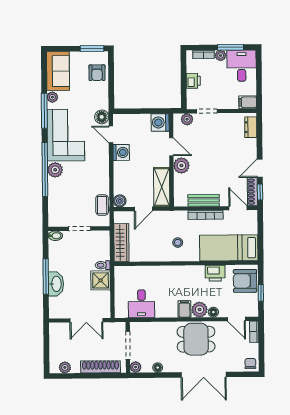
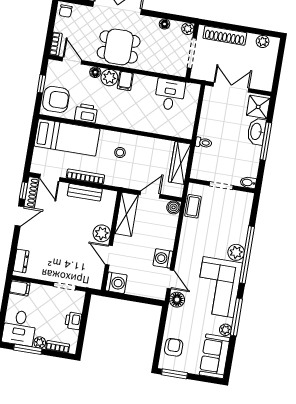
plant: (187, 119) -> (87, 281), removed
shower: (101, 280) -> (258, 107), moved

